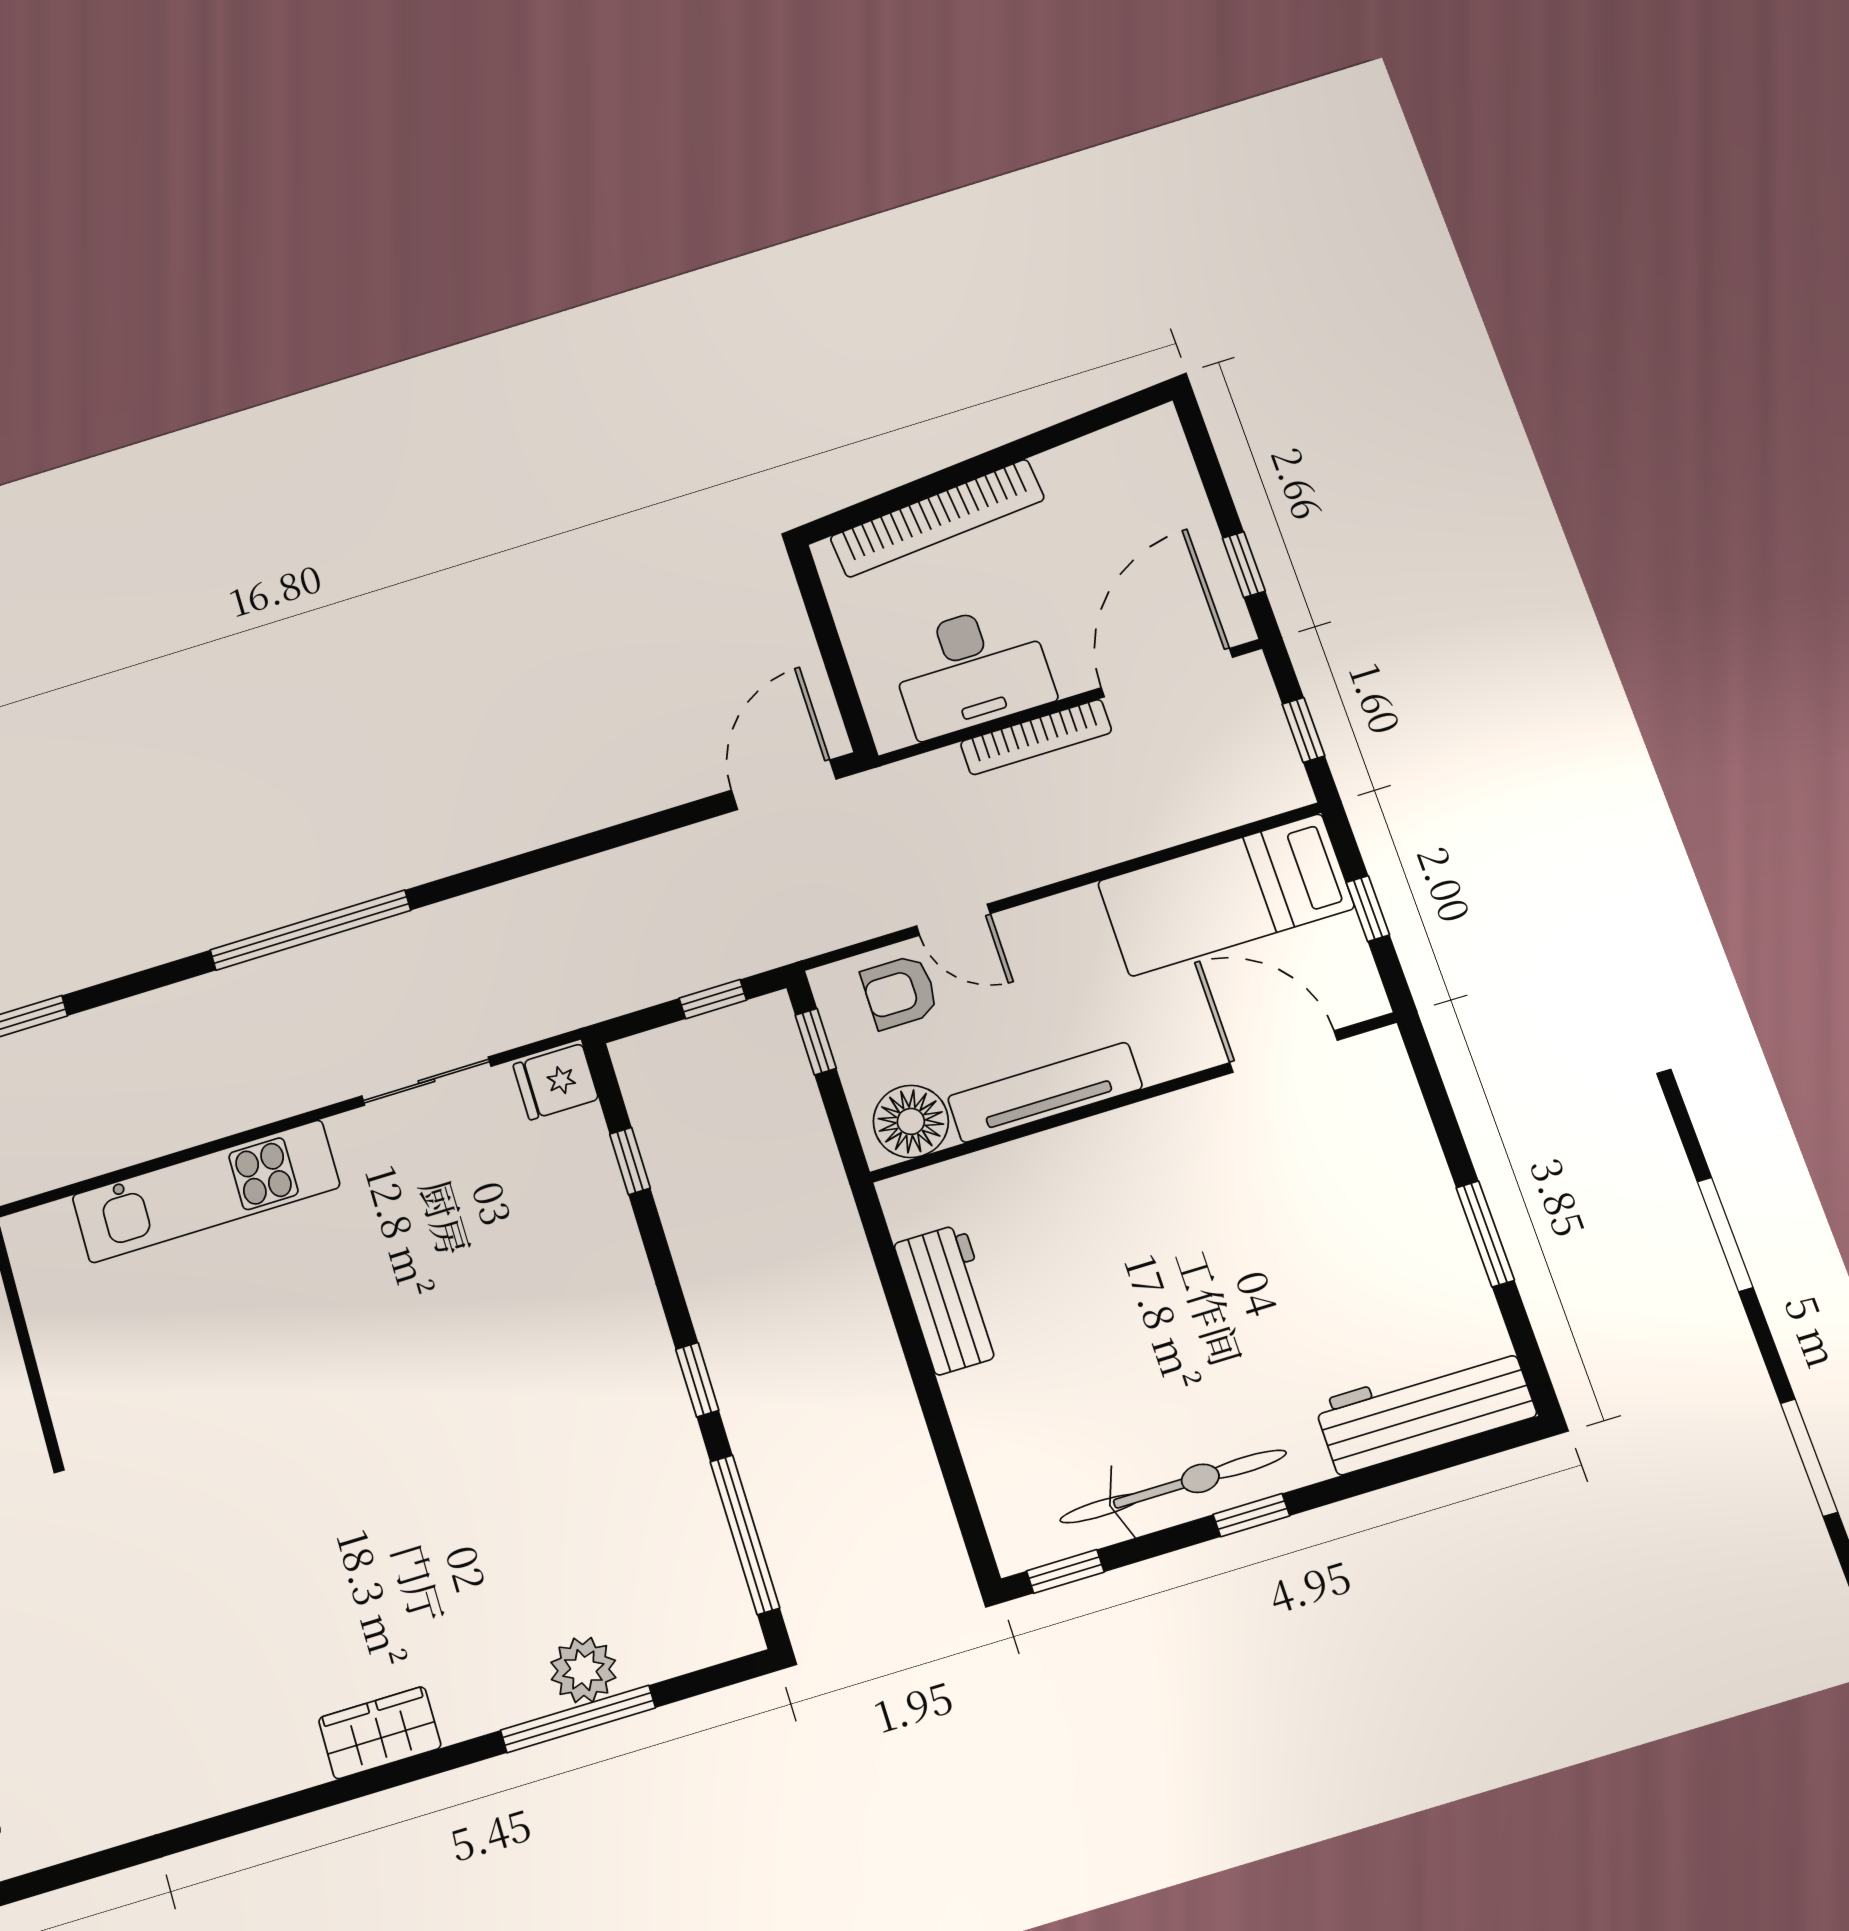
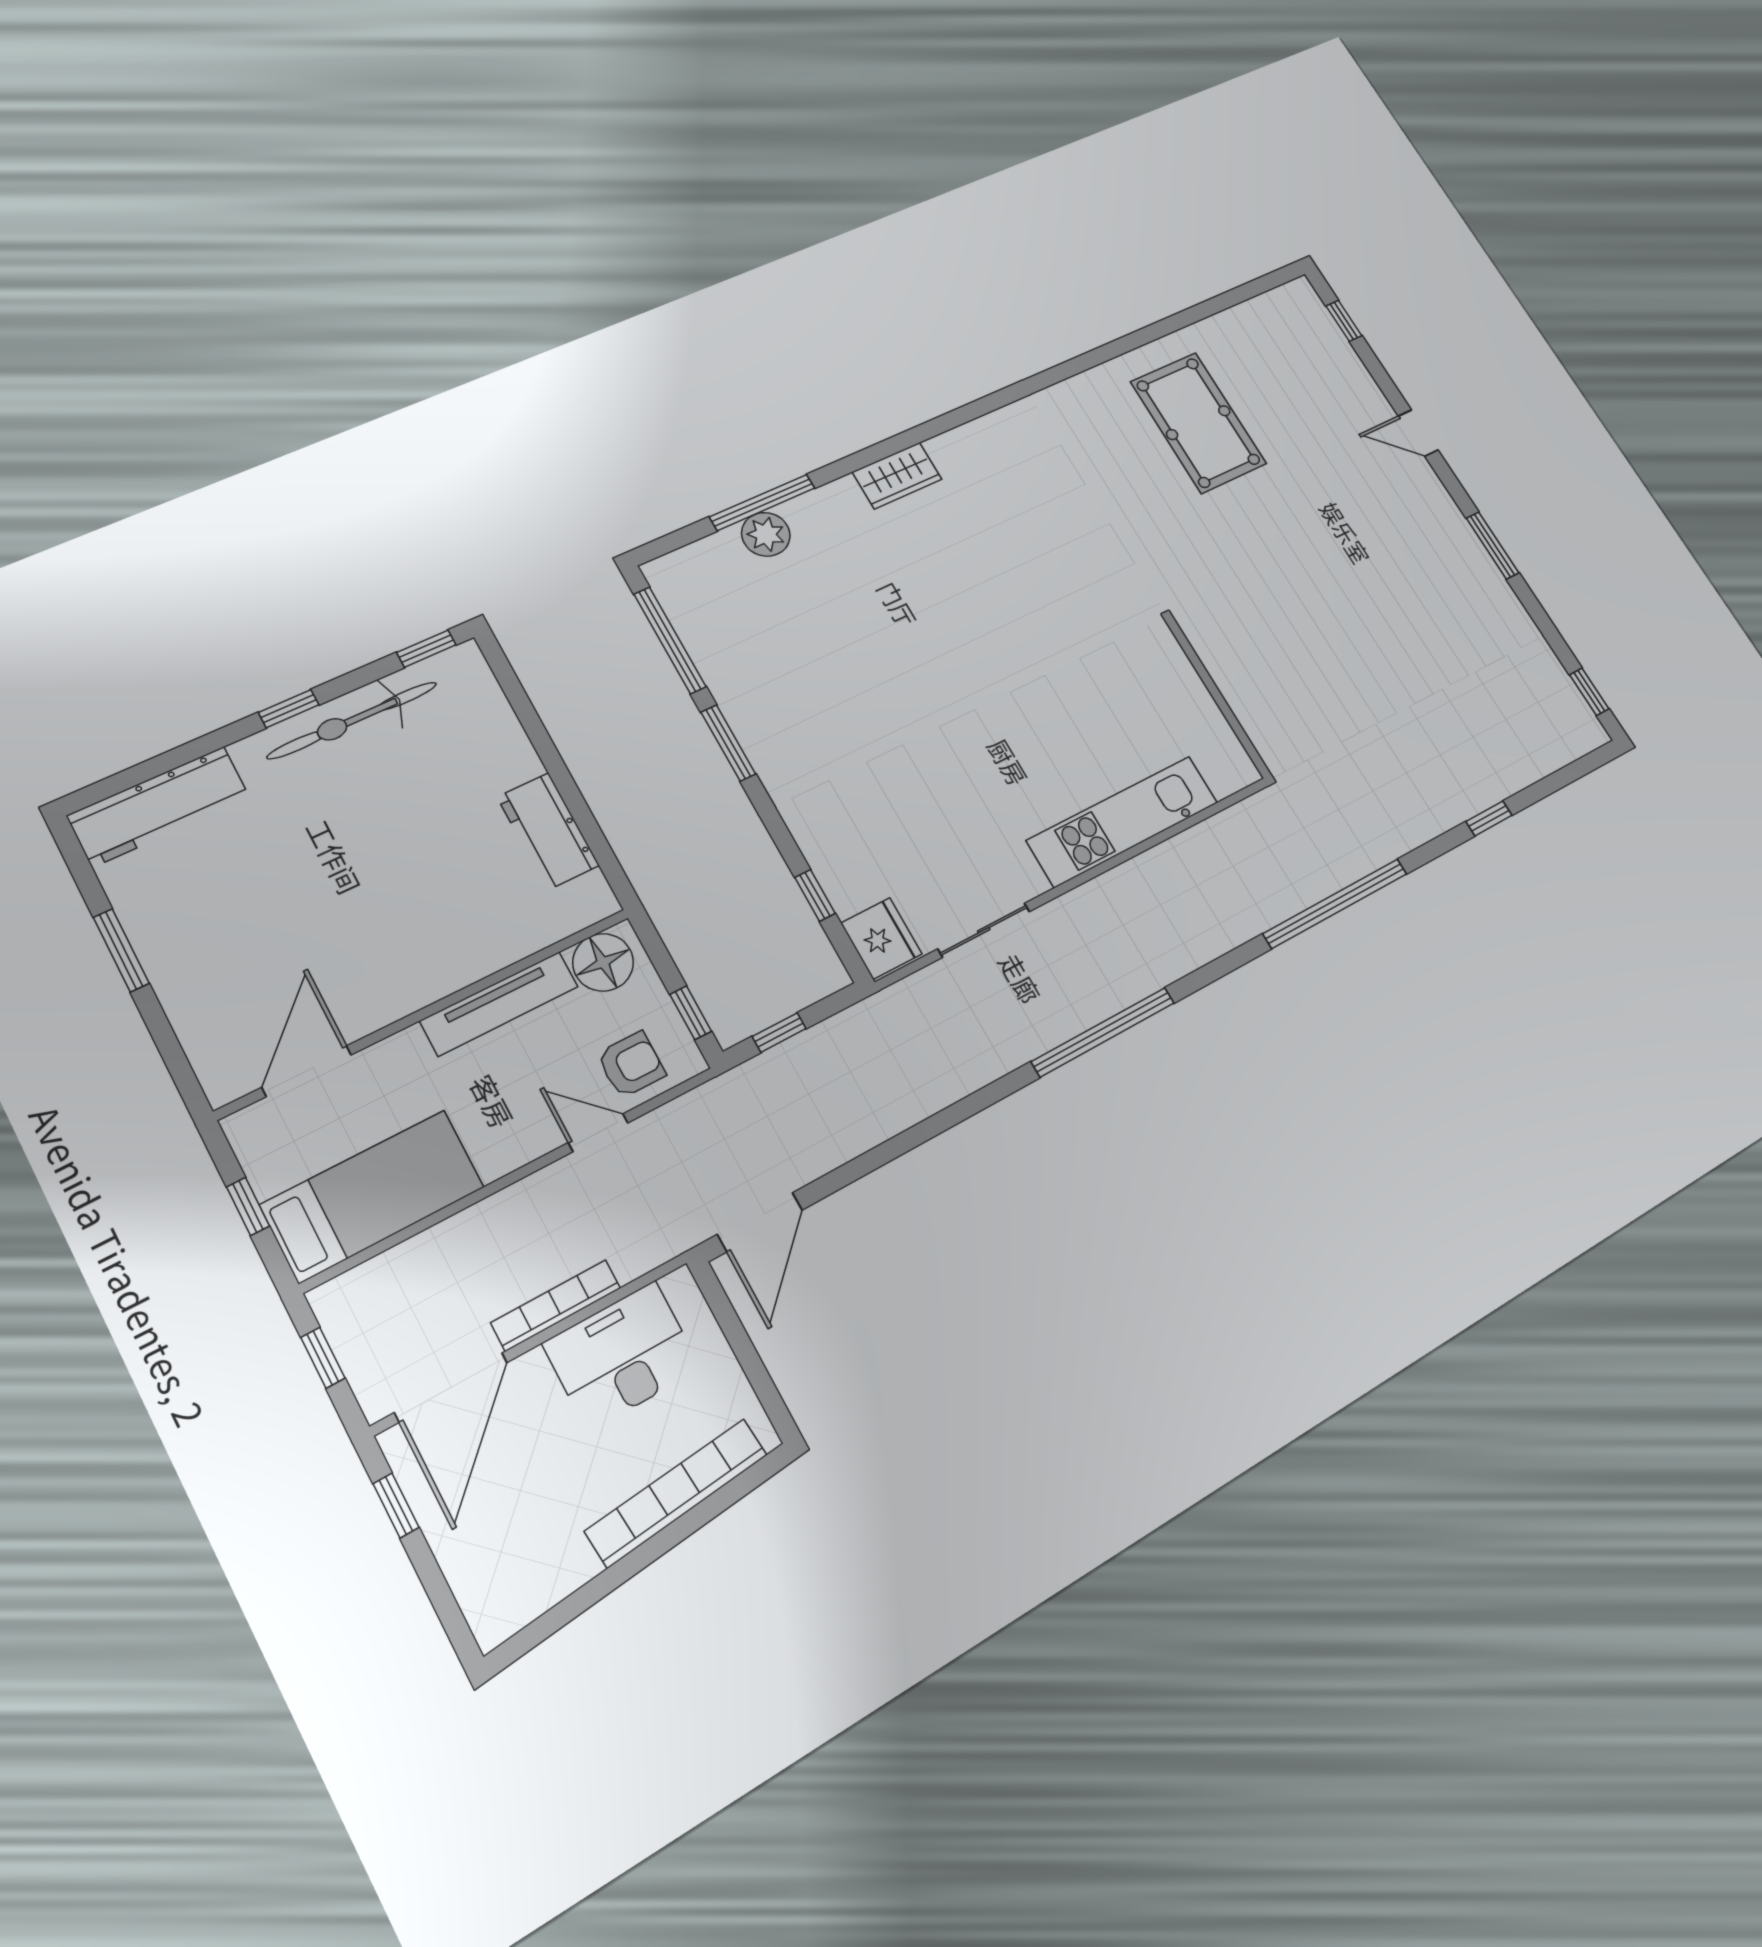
door: (1283, 1051) -> (307, 1071), swing flipped
fridge: (556, 1082) -> (881, 938), width x1.38
window: (697, 1380) -> (728, 743), width x1.50

